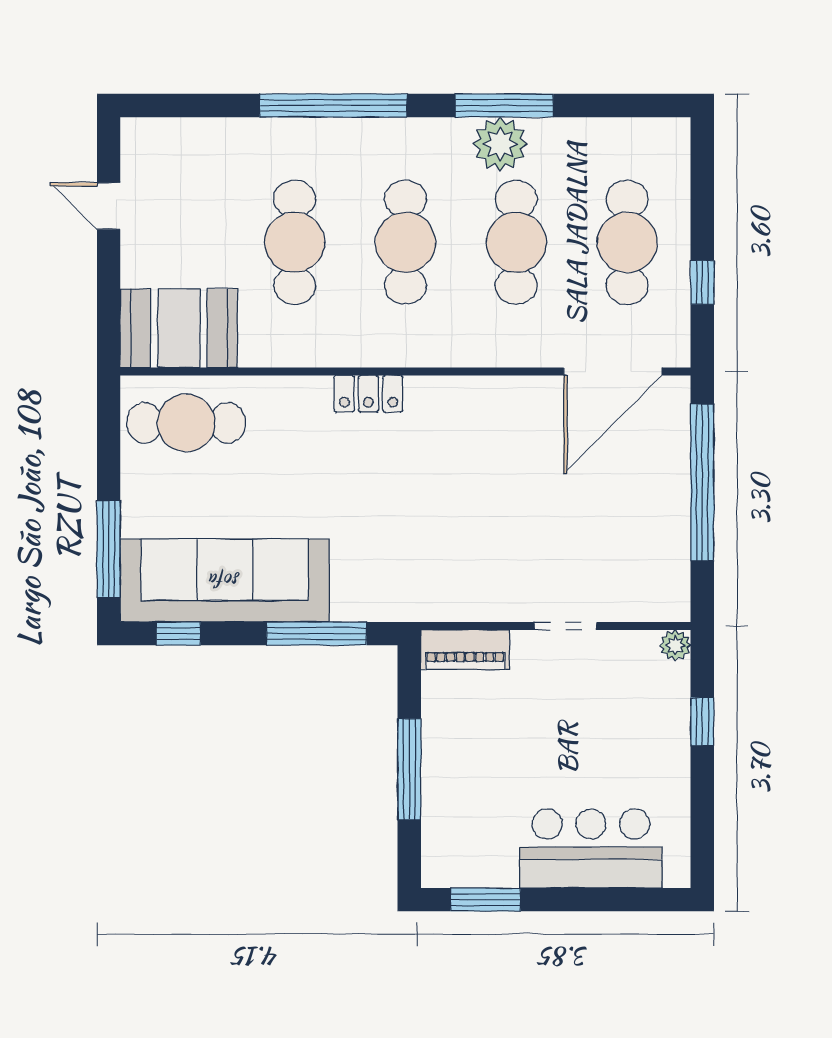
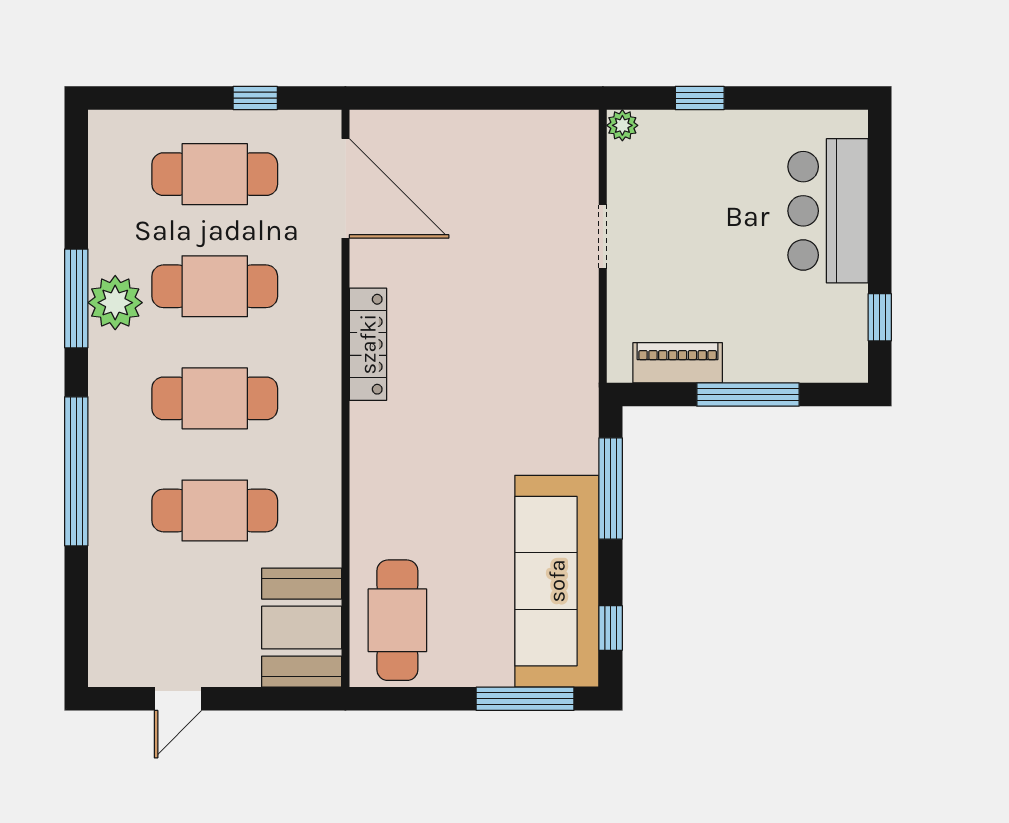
locker: (368, 394) -> (368, 344), moved, width x1.53
window: (702, 482) -> (458, 98), removed
piano: (465, 650) -> (678, 363), moved, turned -90
window: (486, 900) -> (880, 317), width x0.67

